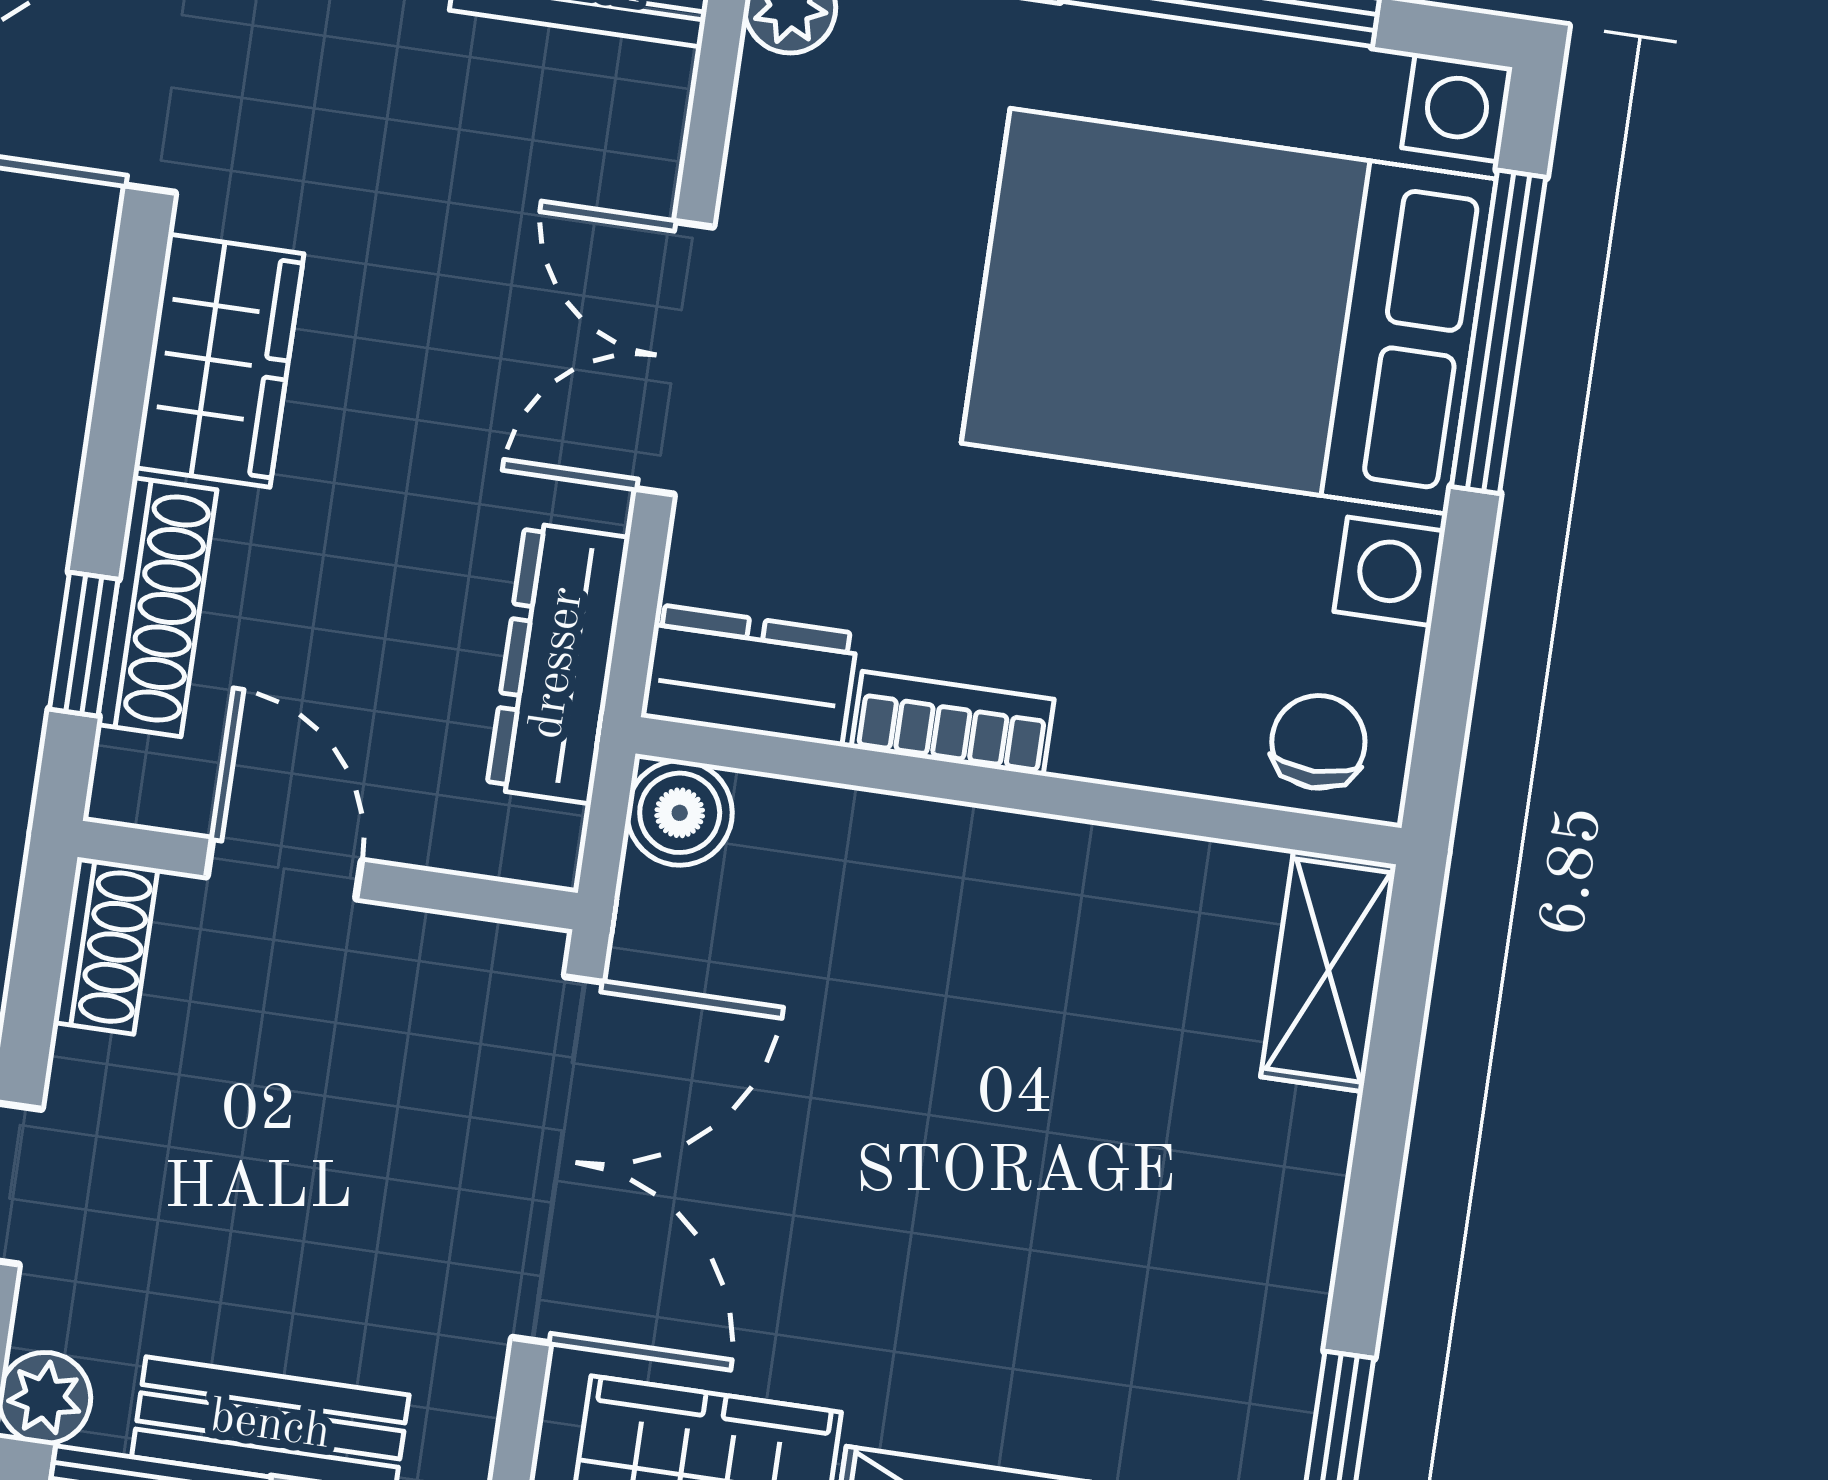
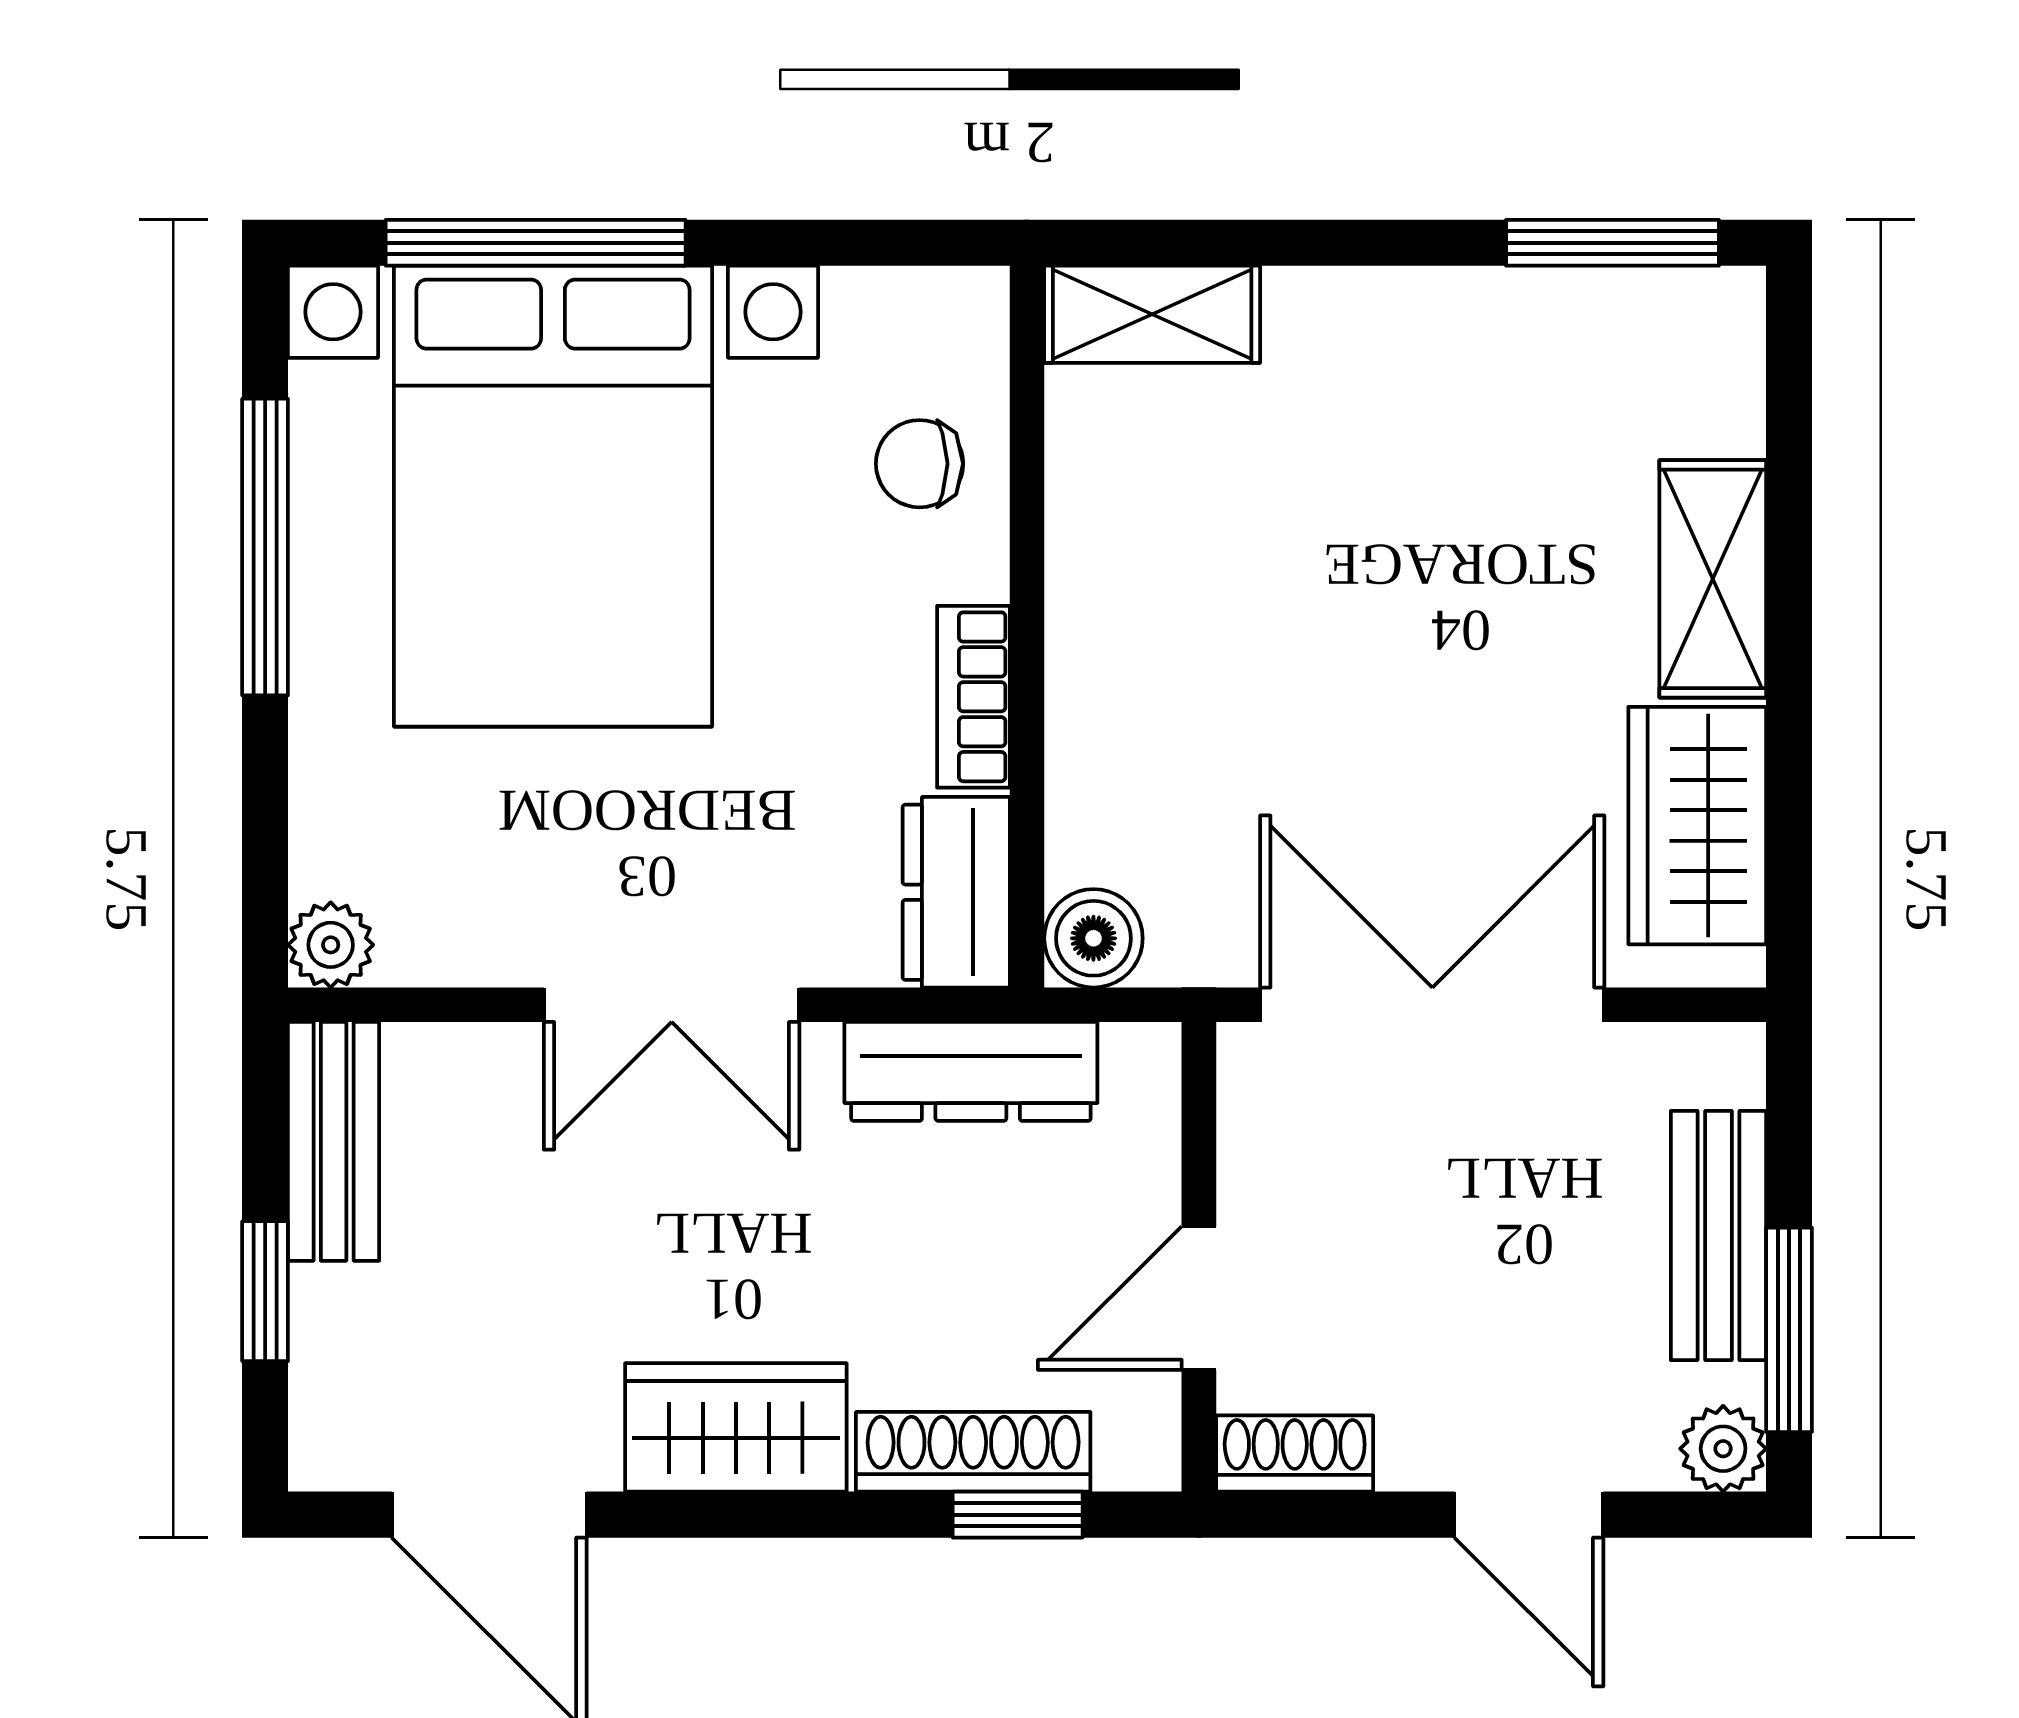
chair: (1318, 742) -> (920, 464), moved

